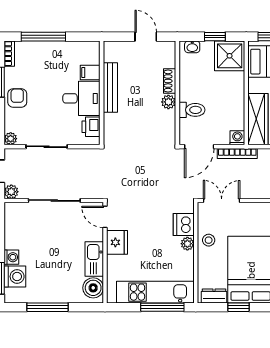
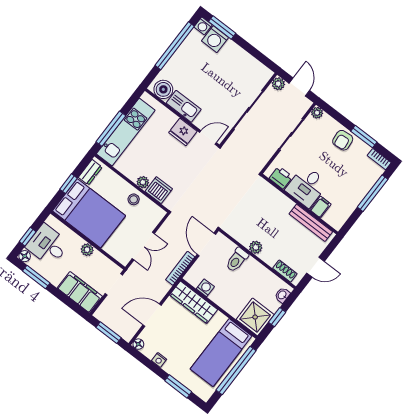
shoe rack: (170, 81) -> (285, 271), moved
bench: (110, 87) -> (311, 223), moved
armchair: (17, 98) -> (343, 140), turned 84
washing machine: (237, 138) -> (205, 288), moved, turned -90
double door: (222, 200) -> (143, 246), moved
washing machine: (11, 257) -> (203, 26), moved
window: (48, 307) -> (175, 46), width x1.46

